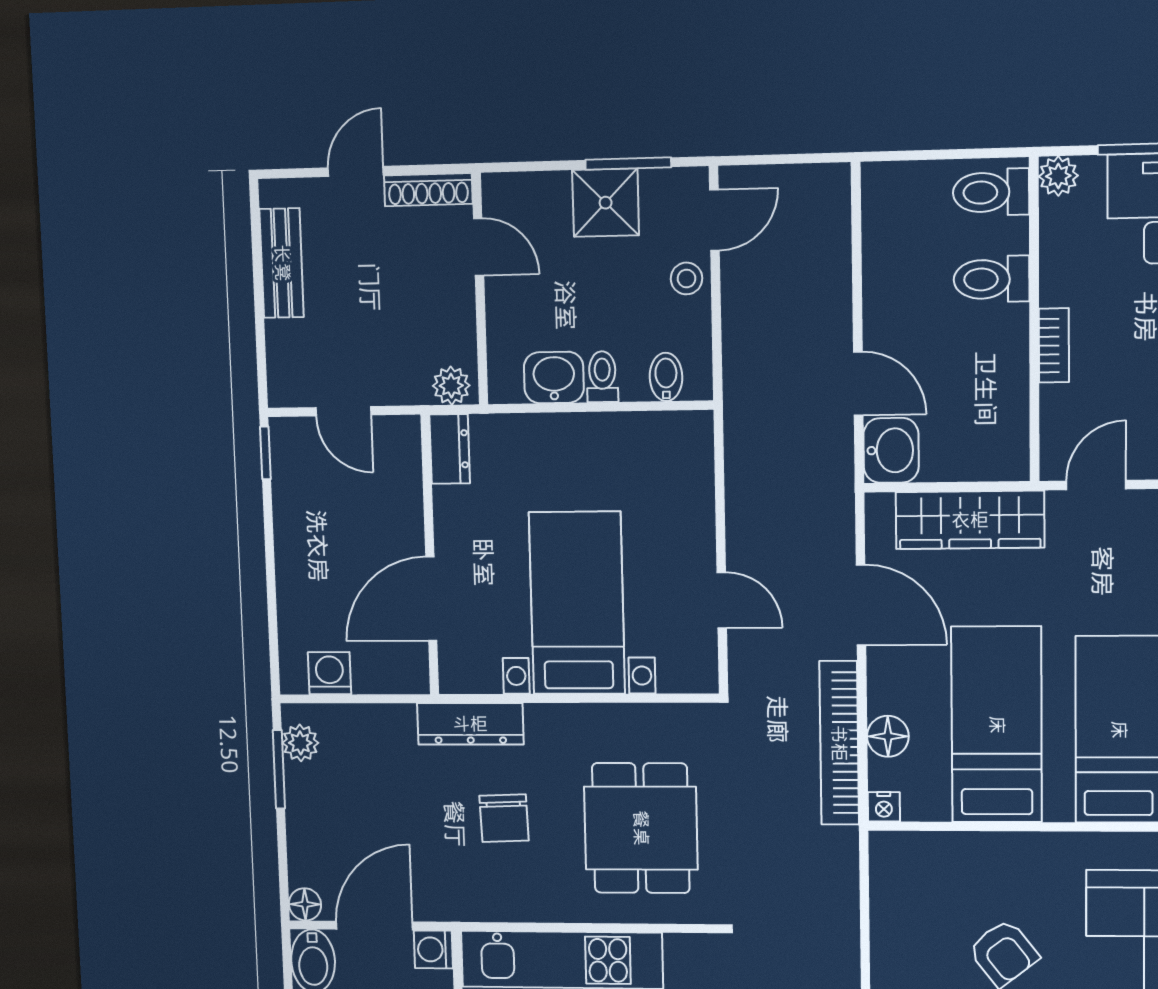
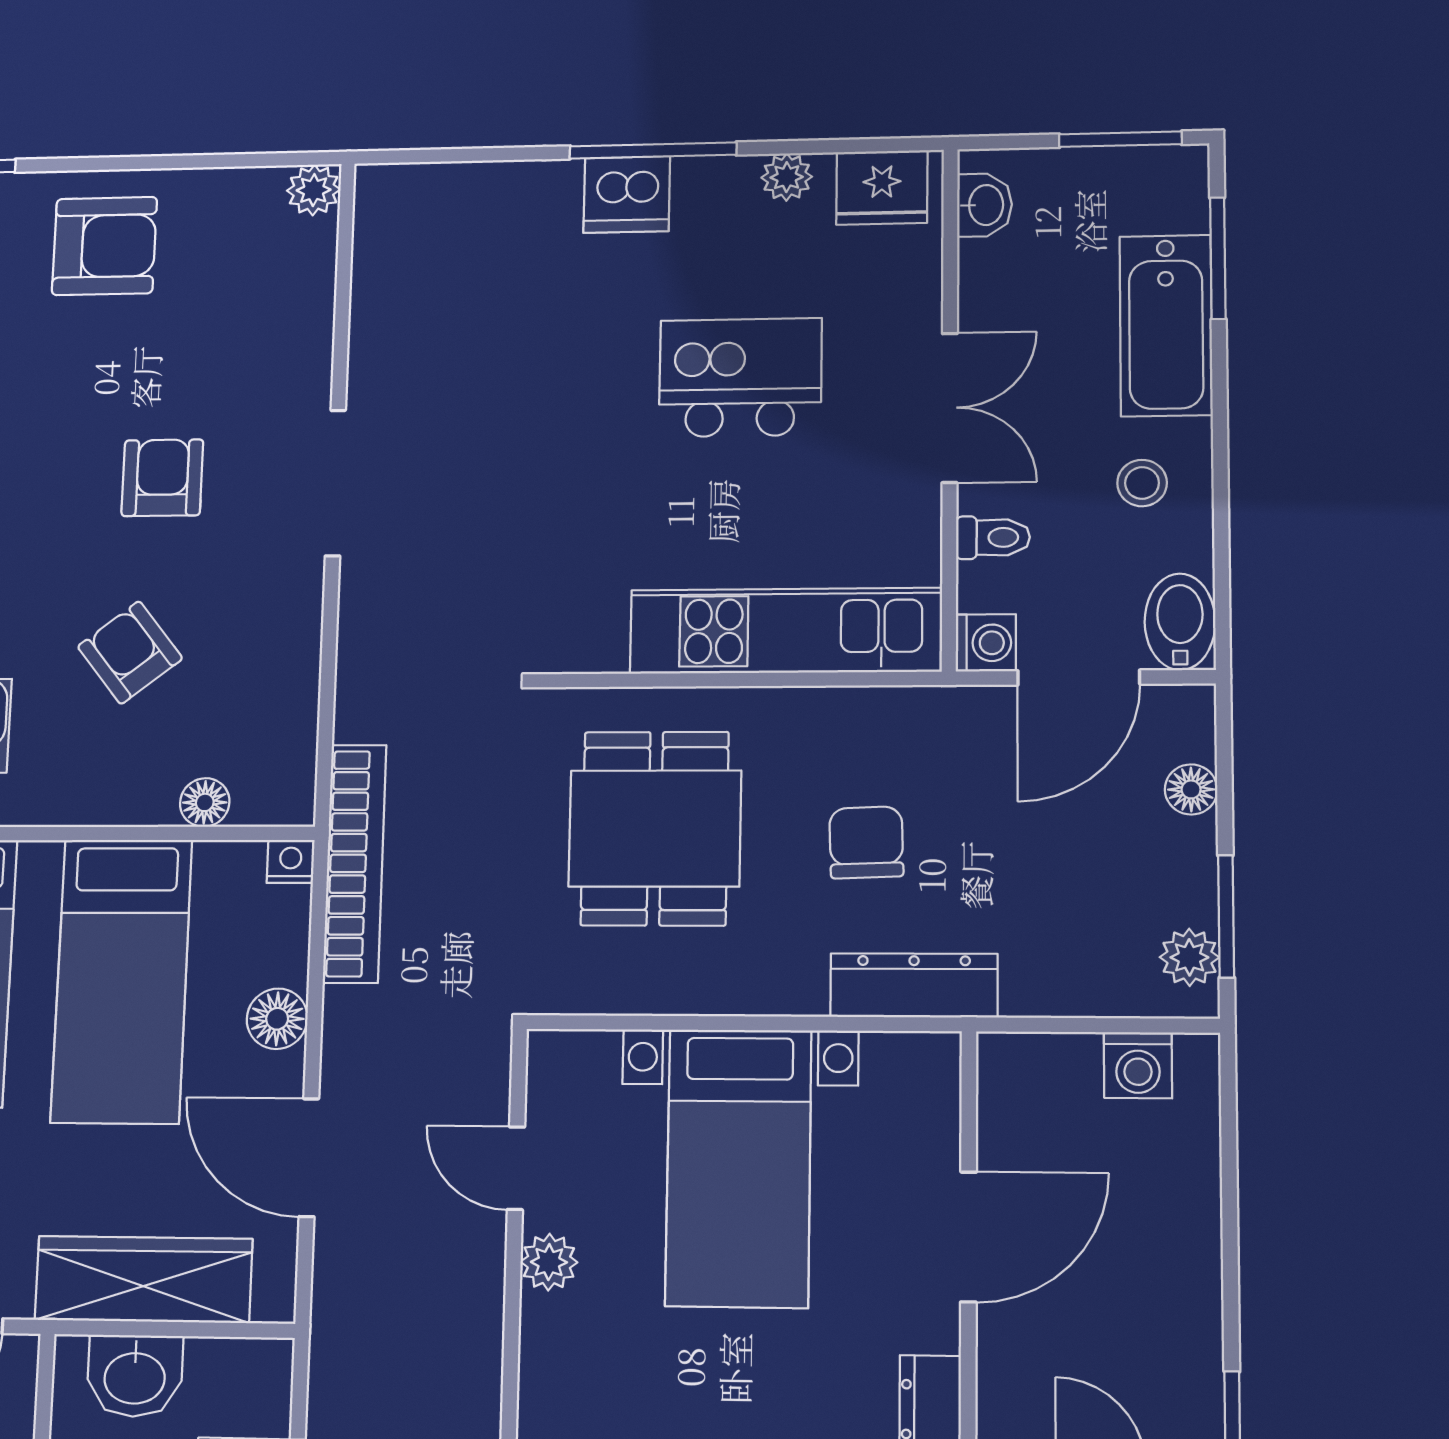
washbasin: (891, 450) -> (135, 1376), moved, turned -90
plant: (697, 538) -> (549, 1262), added
door: (431, 599) -> (968, 1237), moved
floor lamp: (888, 736) -> (277, 1019), moved
bookcase: (839, 743) -> (355, 863), moved
floor lamp: (945, 848) -> (205, 802), added
floor lamp: (305, 904) -> (1191, 789), moved

